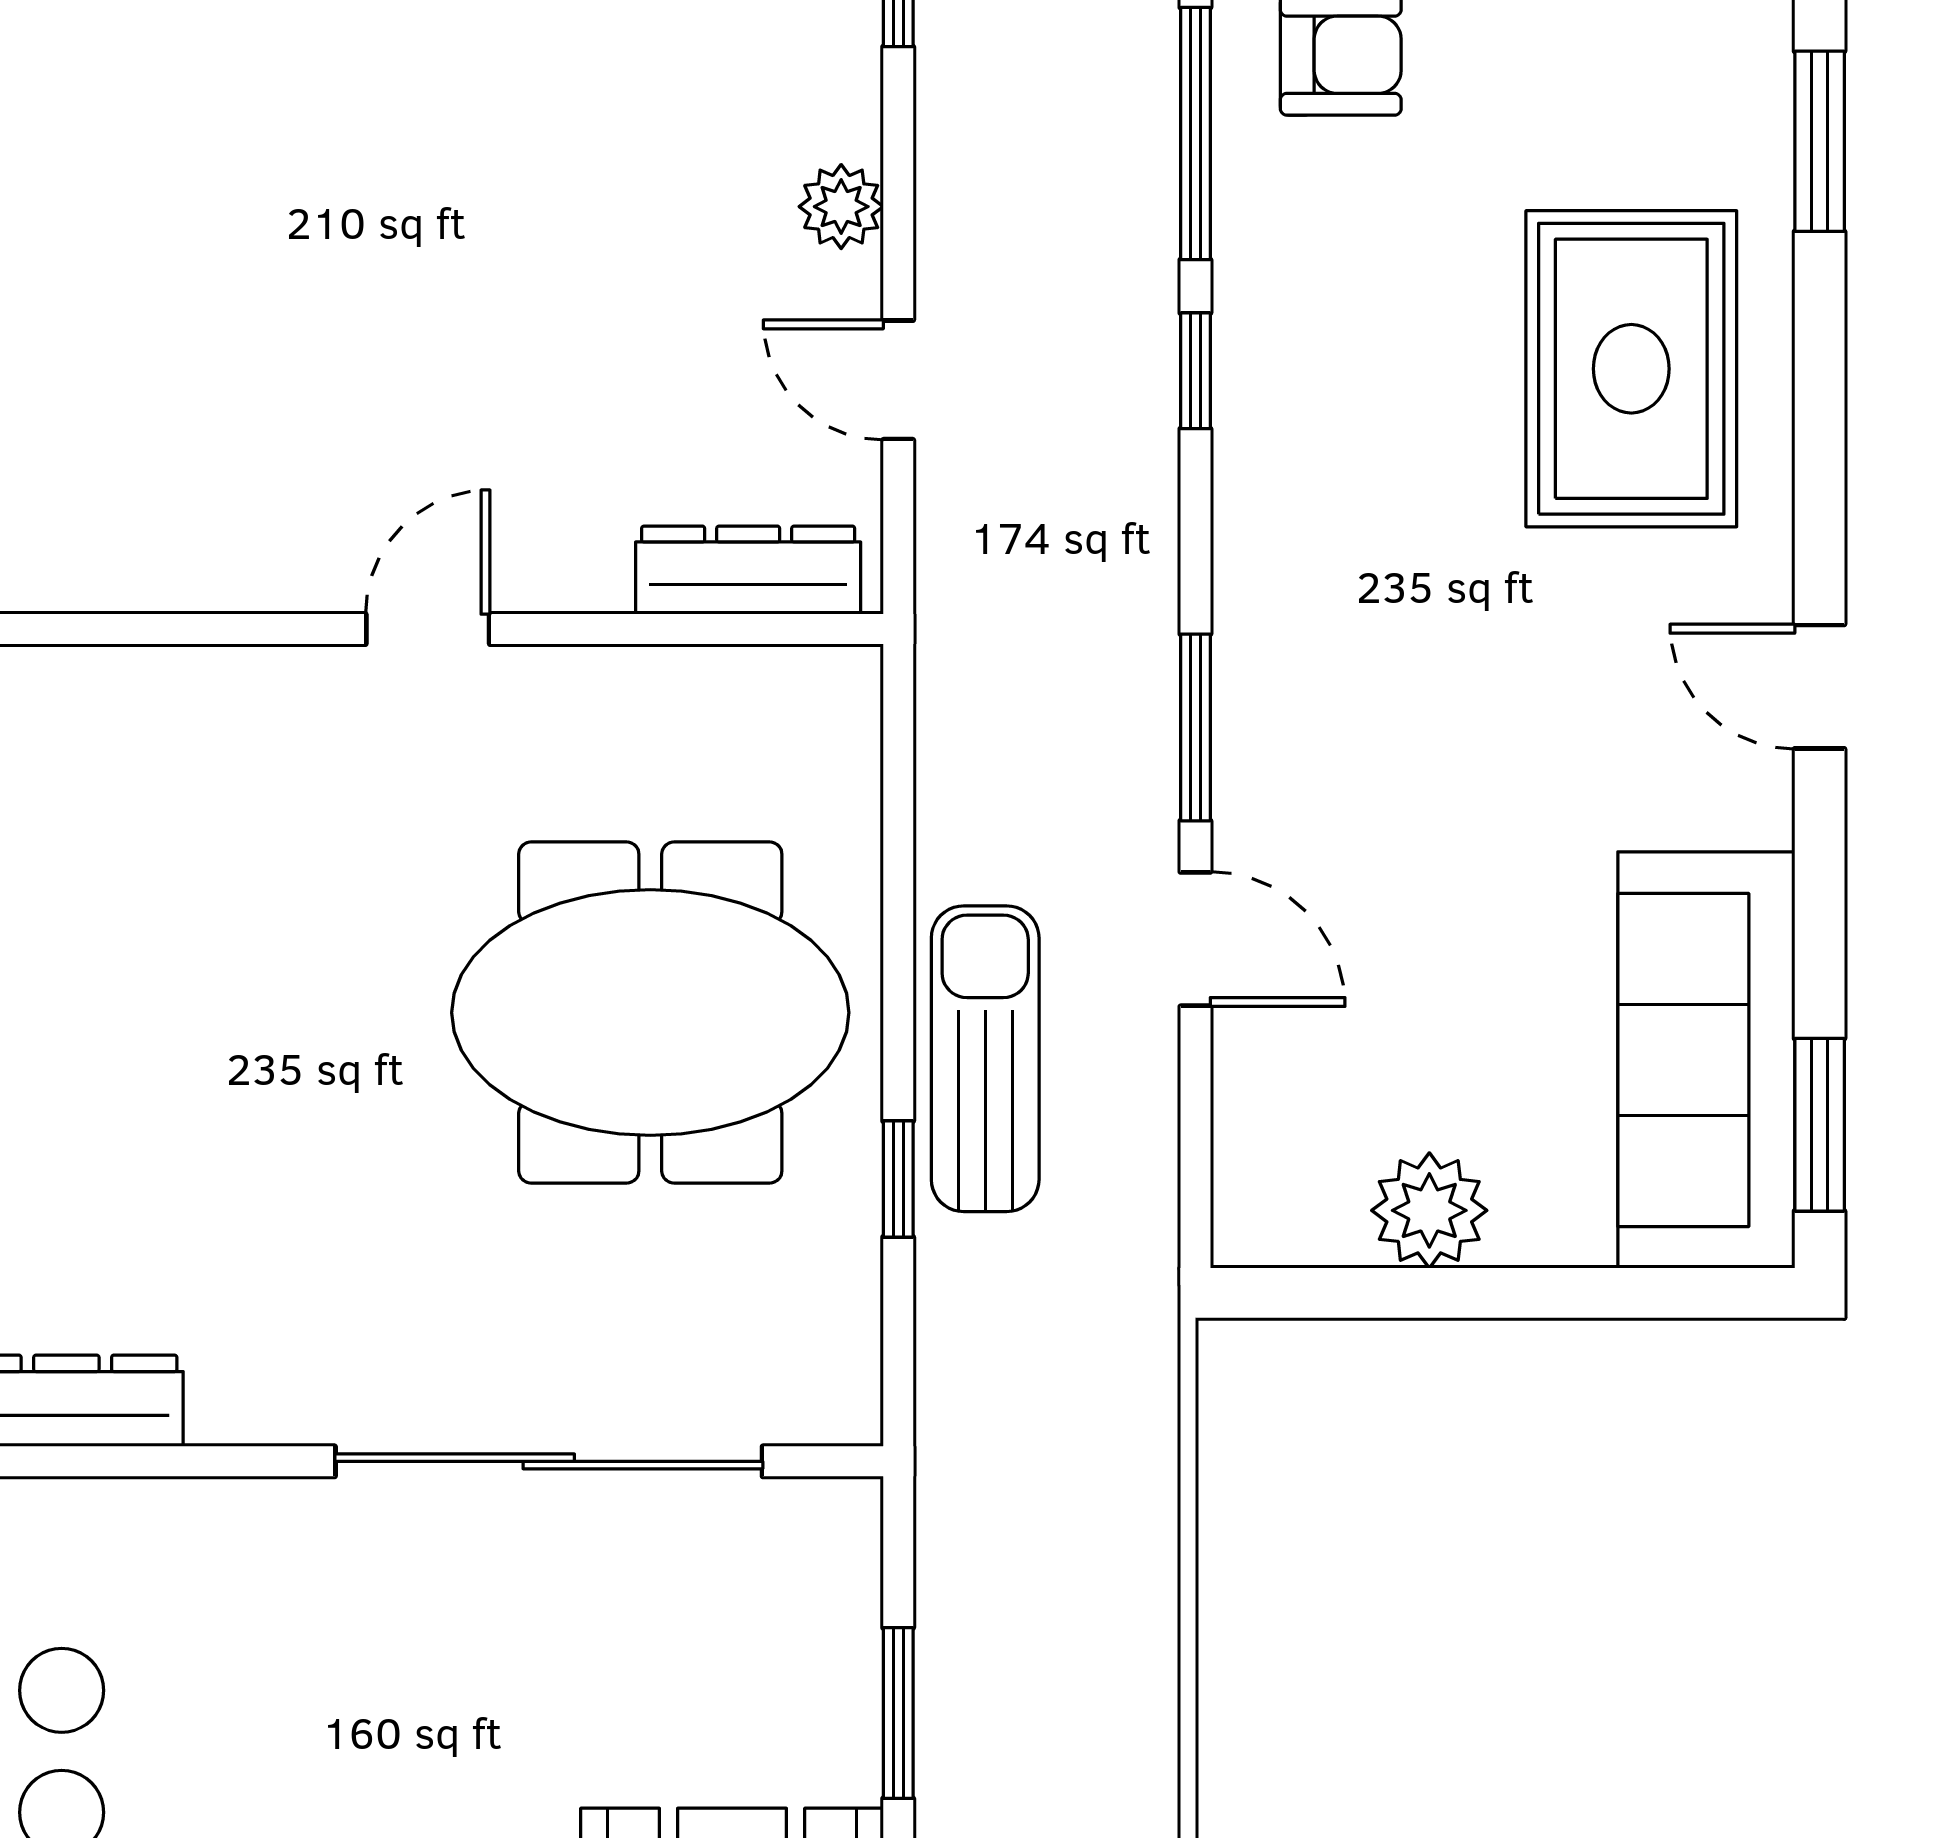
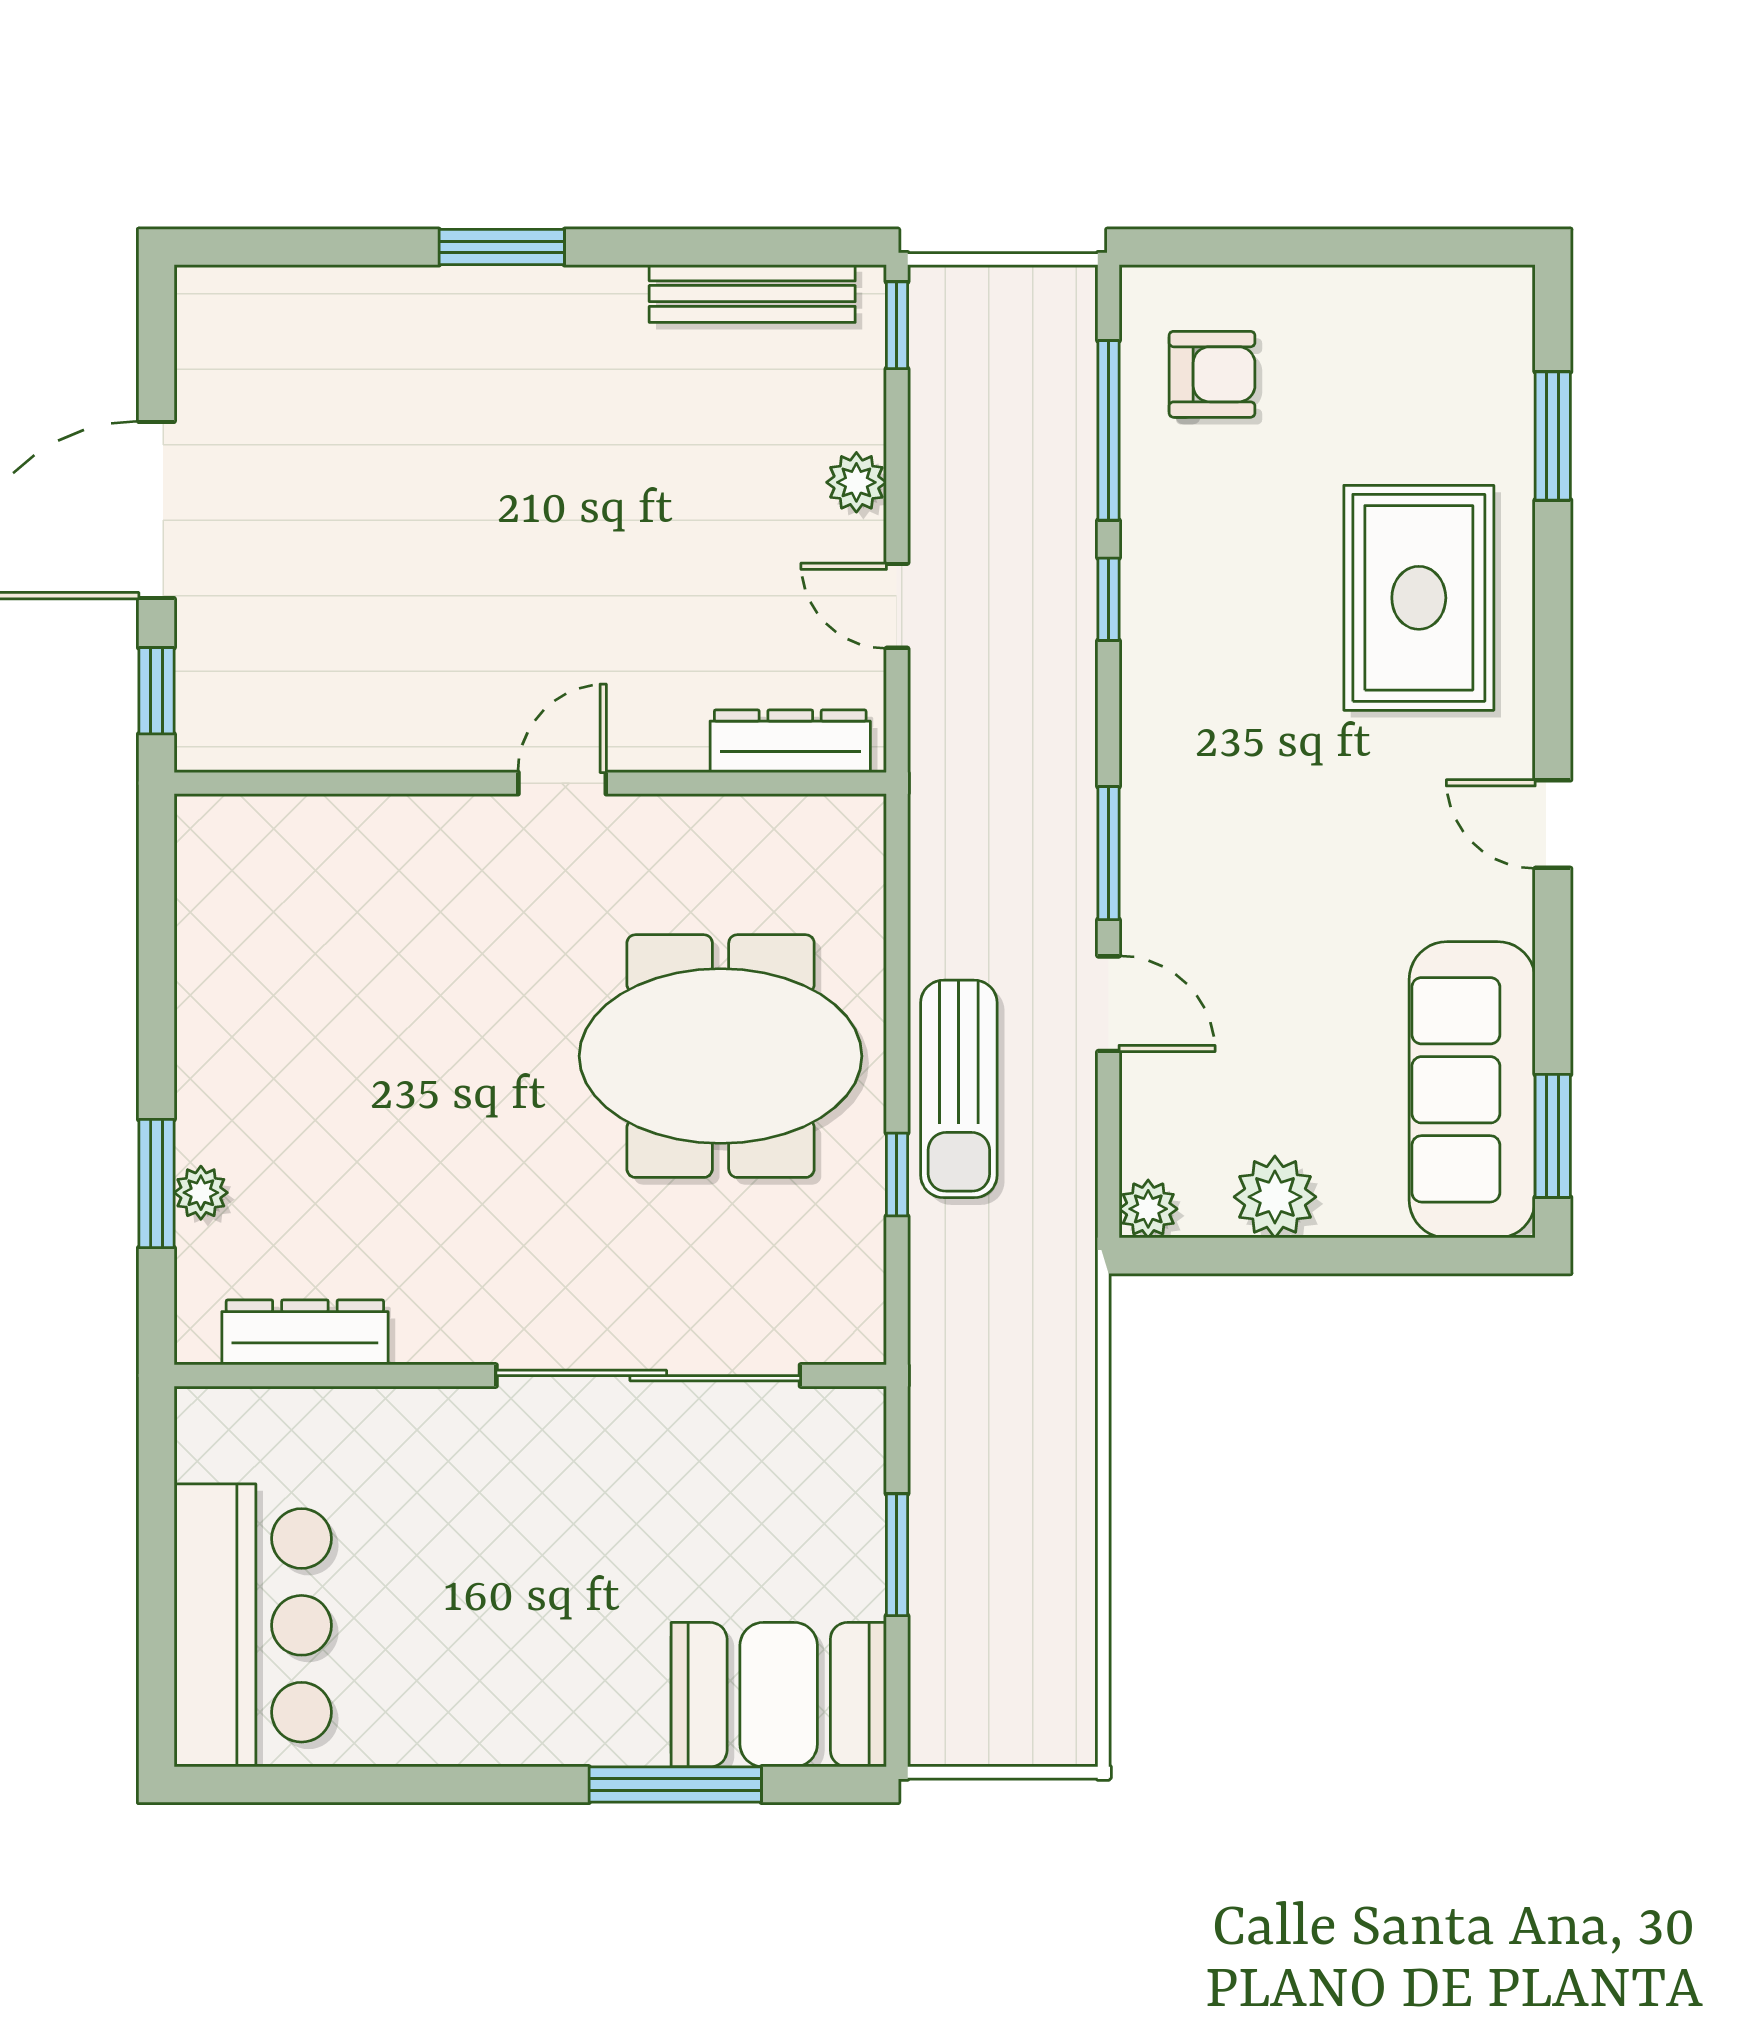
sun lounger: (985, 1059) -> (959, 1089), turned 180
plant: (1251, 1227) -> (1148, 1209), added

